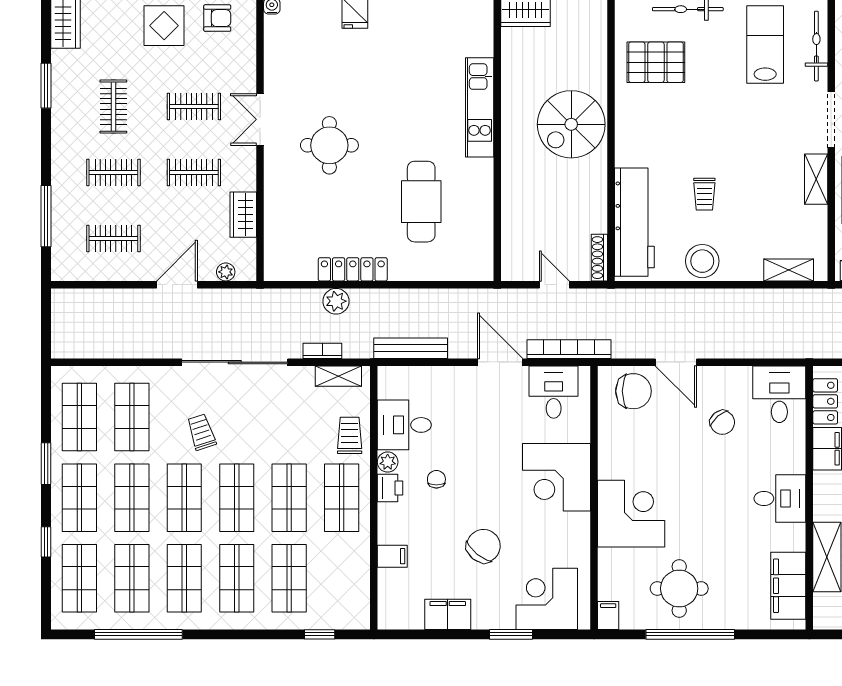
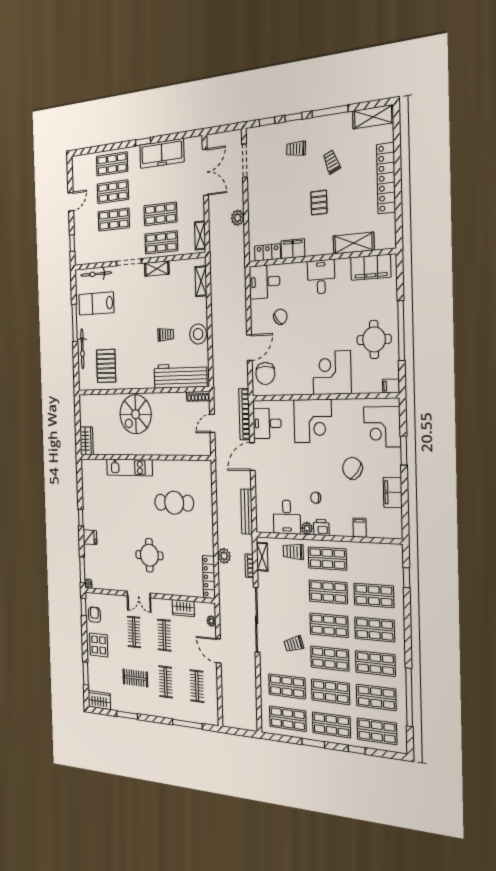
spiral stairs: (571, 124) -> (136, 414), turned 90
locker: (353, 269) -> (209, 577), moved
chair: (633, 391) -> (265, 373), turned 180

